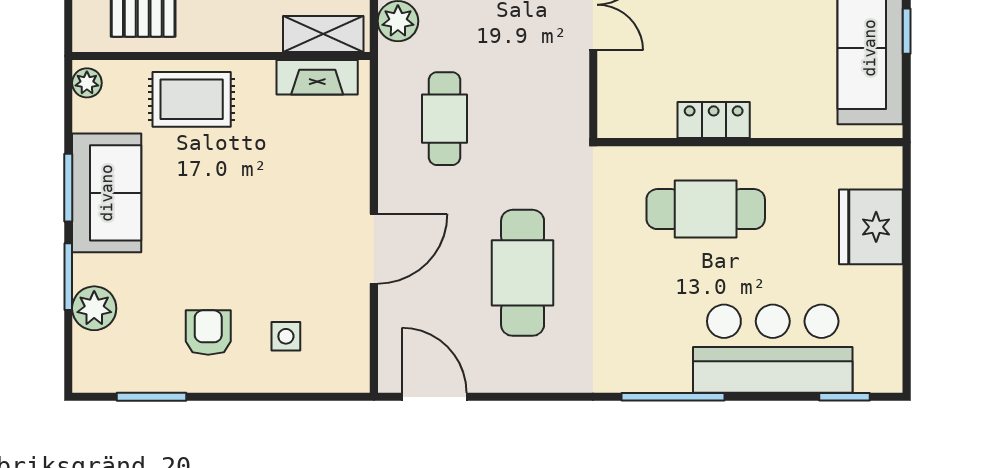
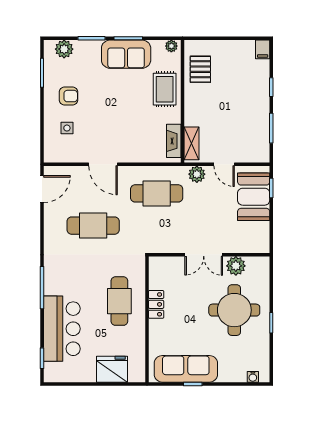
cafe table: (445, 119) -> (157, 193), width x1.37, depth x1.35
plant: (94, 308) -> (64, 49), moved

